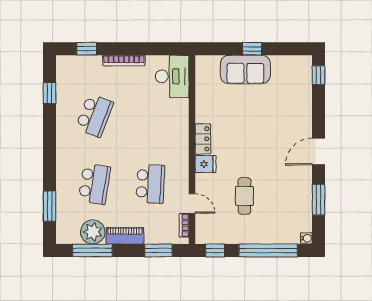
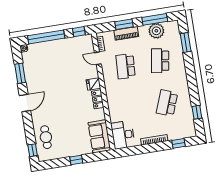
sofa: (245, 69) -> (99, 136), moved, turned -90
cafe table: (244, 196) -> (46, 137), moved
piano: (125, 236) -> (126, 33), moved
window: (158, 250) -> (124, 24), moved

